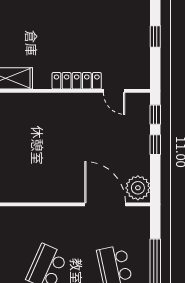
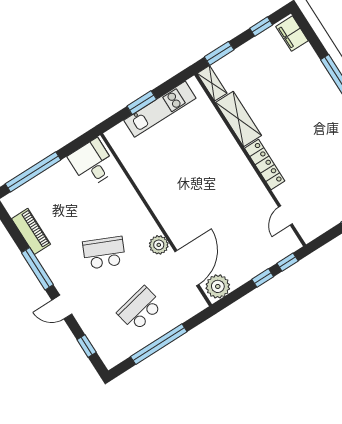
locker: (77, 81) -> (265, 165), moved
plant: (70, 216) -> (159, 245), added

